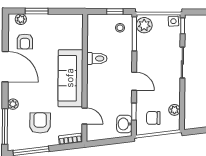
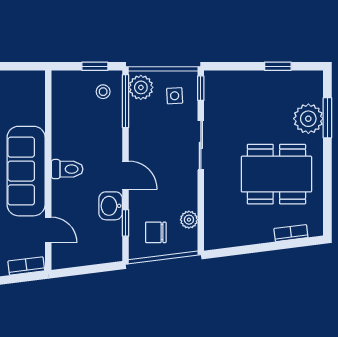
side table: (173, 21) -> (175, 96), moved
toilet: (97, 58) -> (67, 169), moved
washbasin: (124, 124) -> (111, 206), moved

